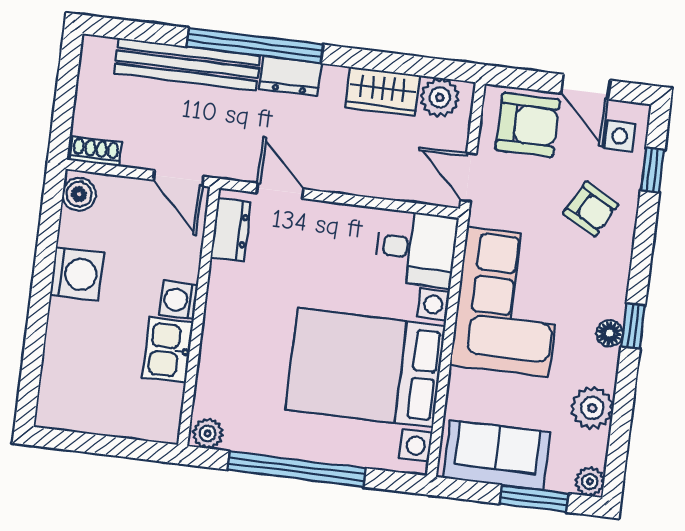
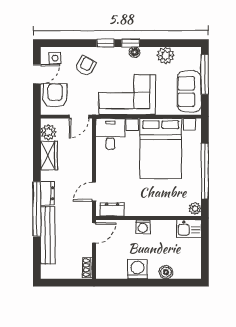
window: (653, 170) -> (105, 43), moved
boiler: (79, 194) -> (166, 272), moved
kitchen sink: (168, 350) -> (189, 229), moved
plant: (590, 482) -> (195, 53), removed
window: (534, 499) -> (205, 74), width x1.44

